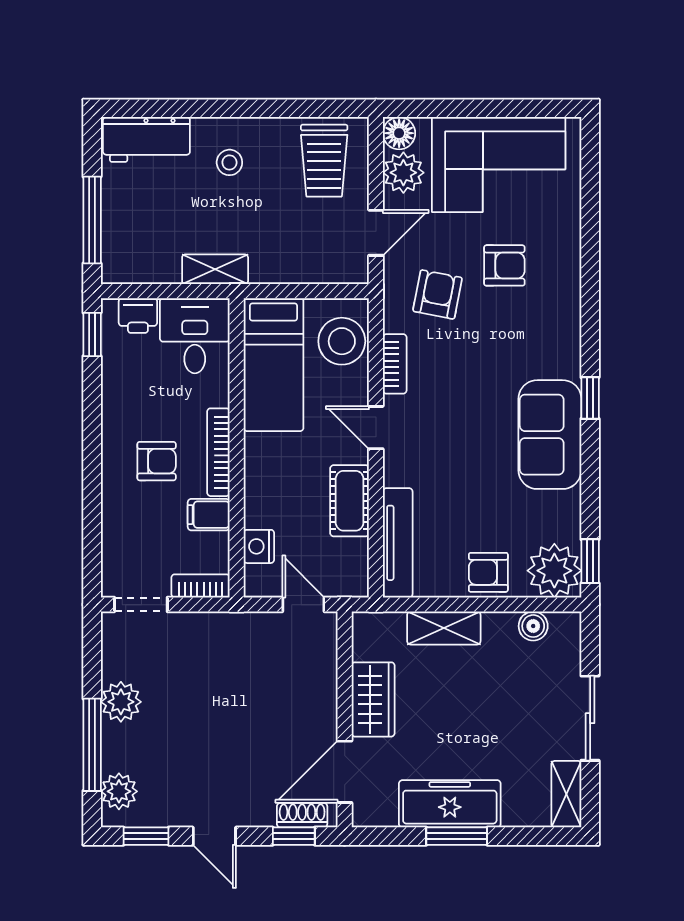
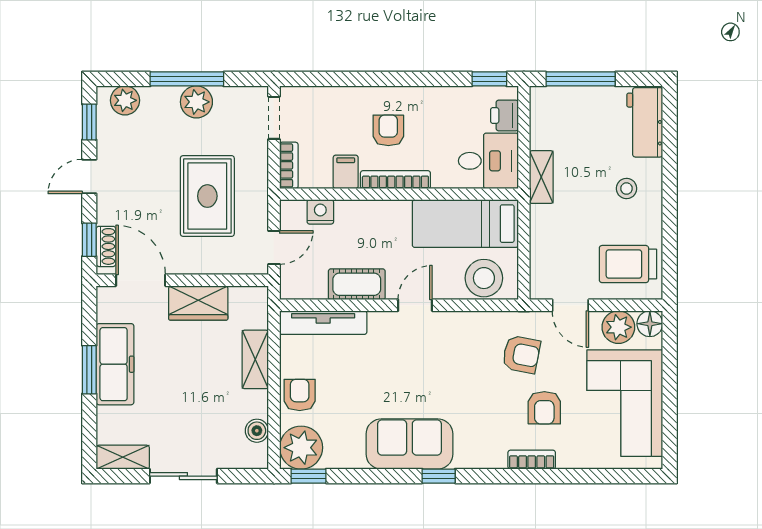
bookcase: (395, 364) -> (532, 460), moved, turned 180
armchair: (157, 461) -> (388, 130), turned 180
rug: (239, 688) -> (207, 196), added
window: (92, 745) -> (187, 79), moved

